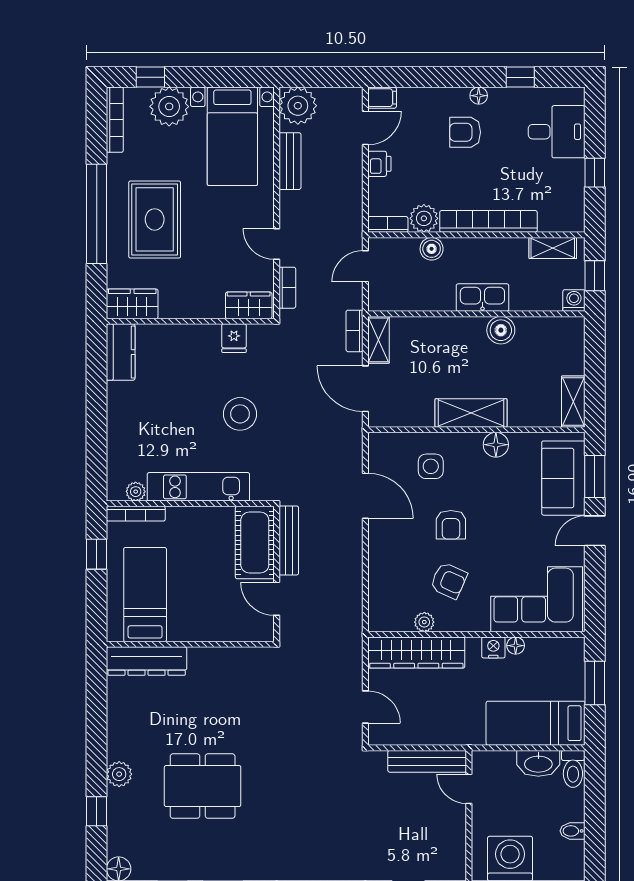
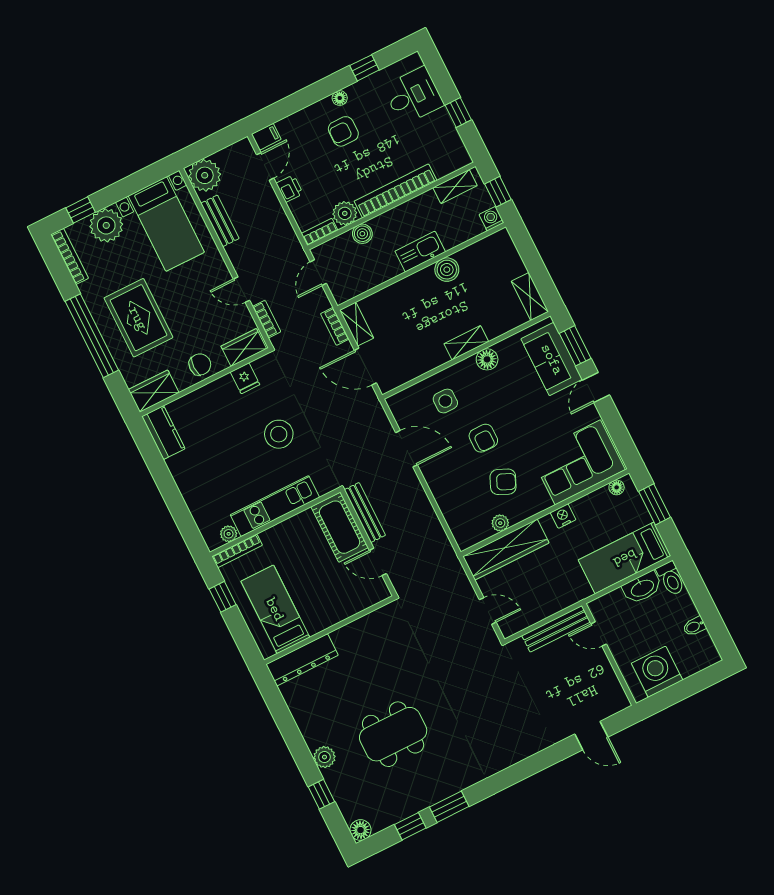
chair: (194, 300) -> (200, 364), added
shelving: (471, 413) -> (466, 343), width x0.67, depth x0.75
floor lamp: (516, 646) -> (617, 487), moved

